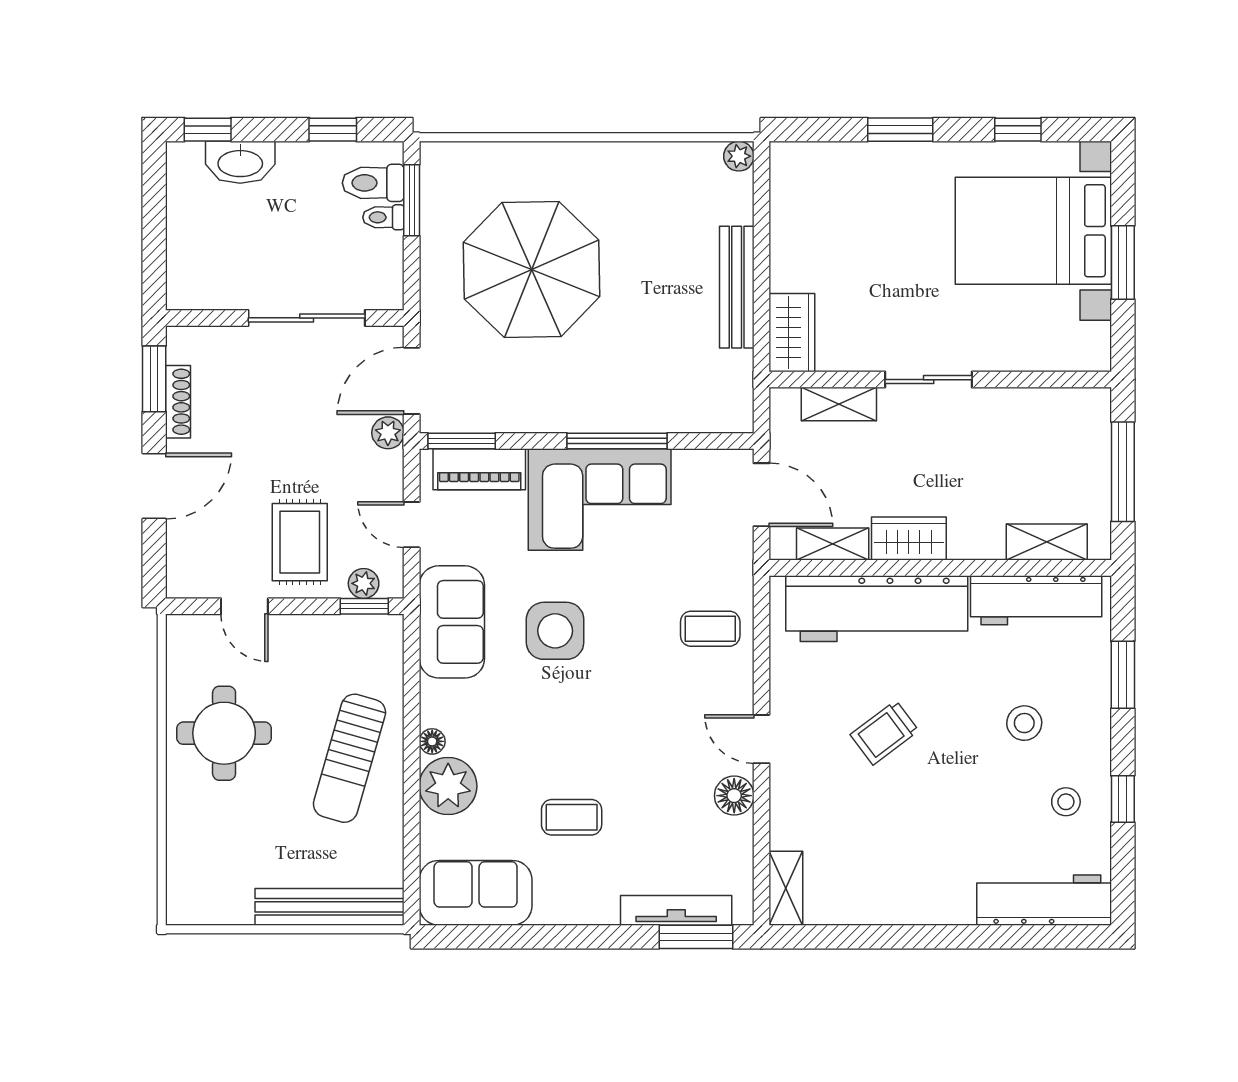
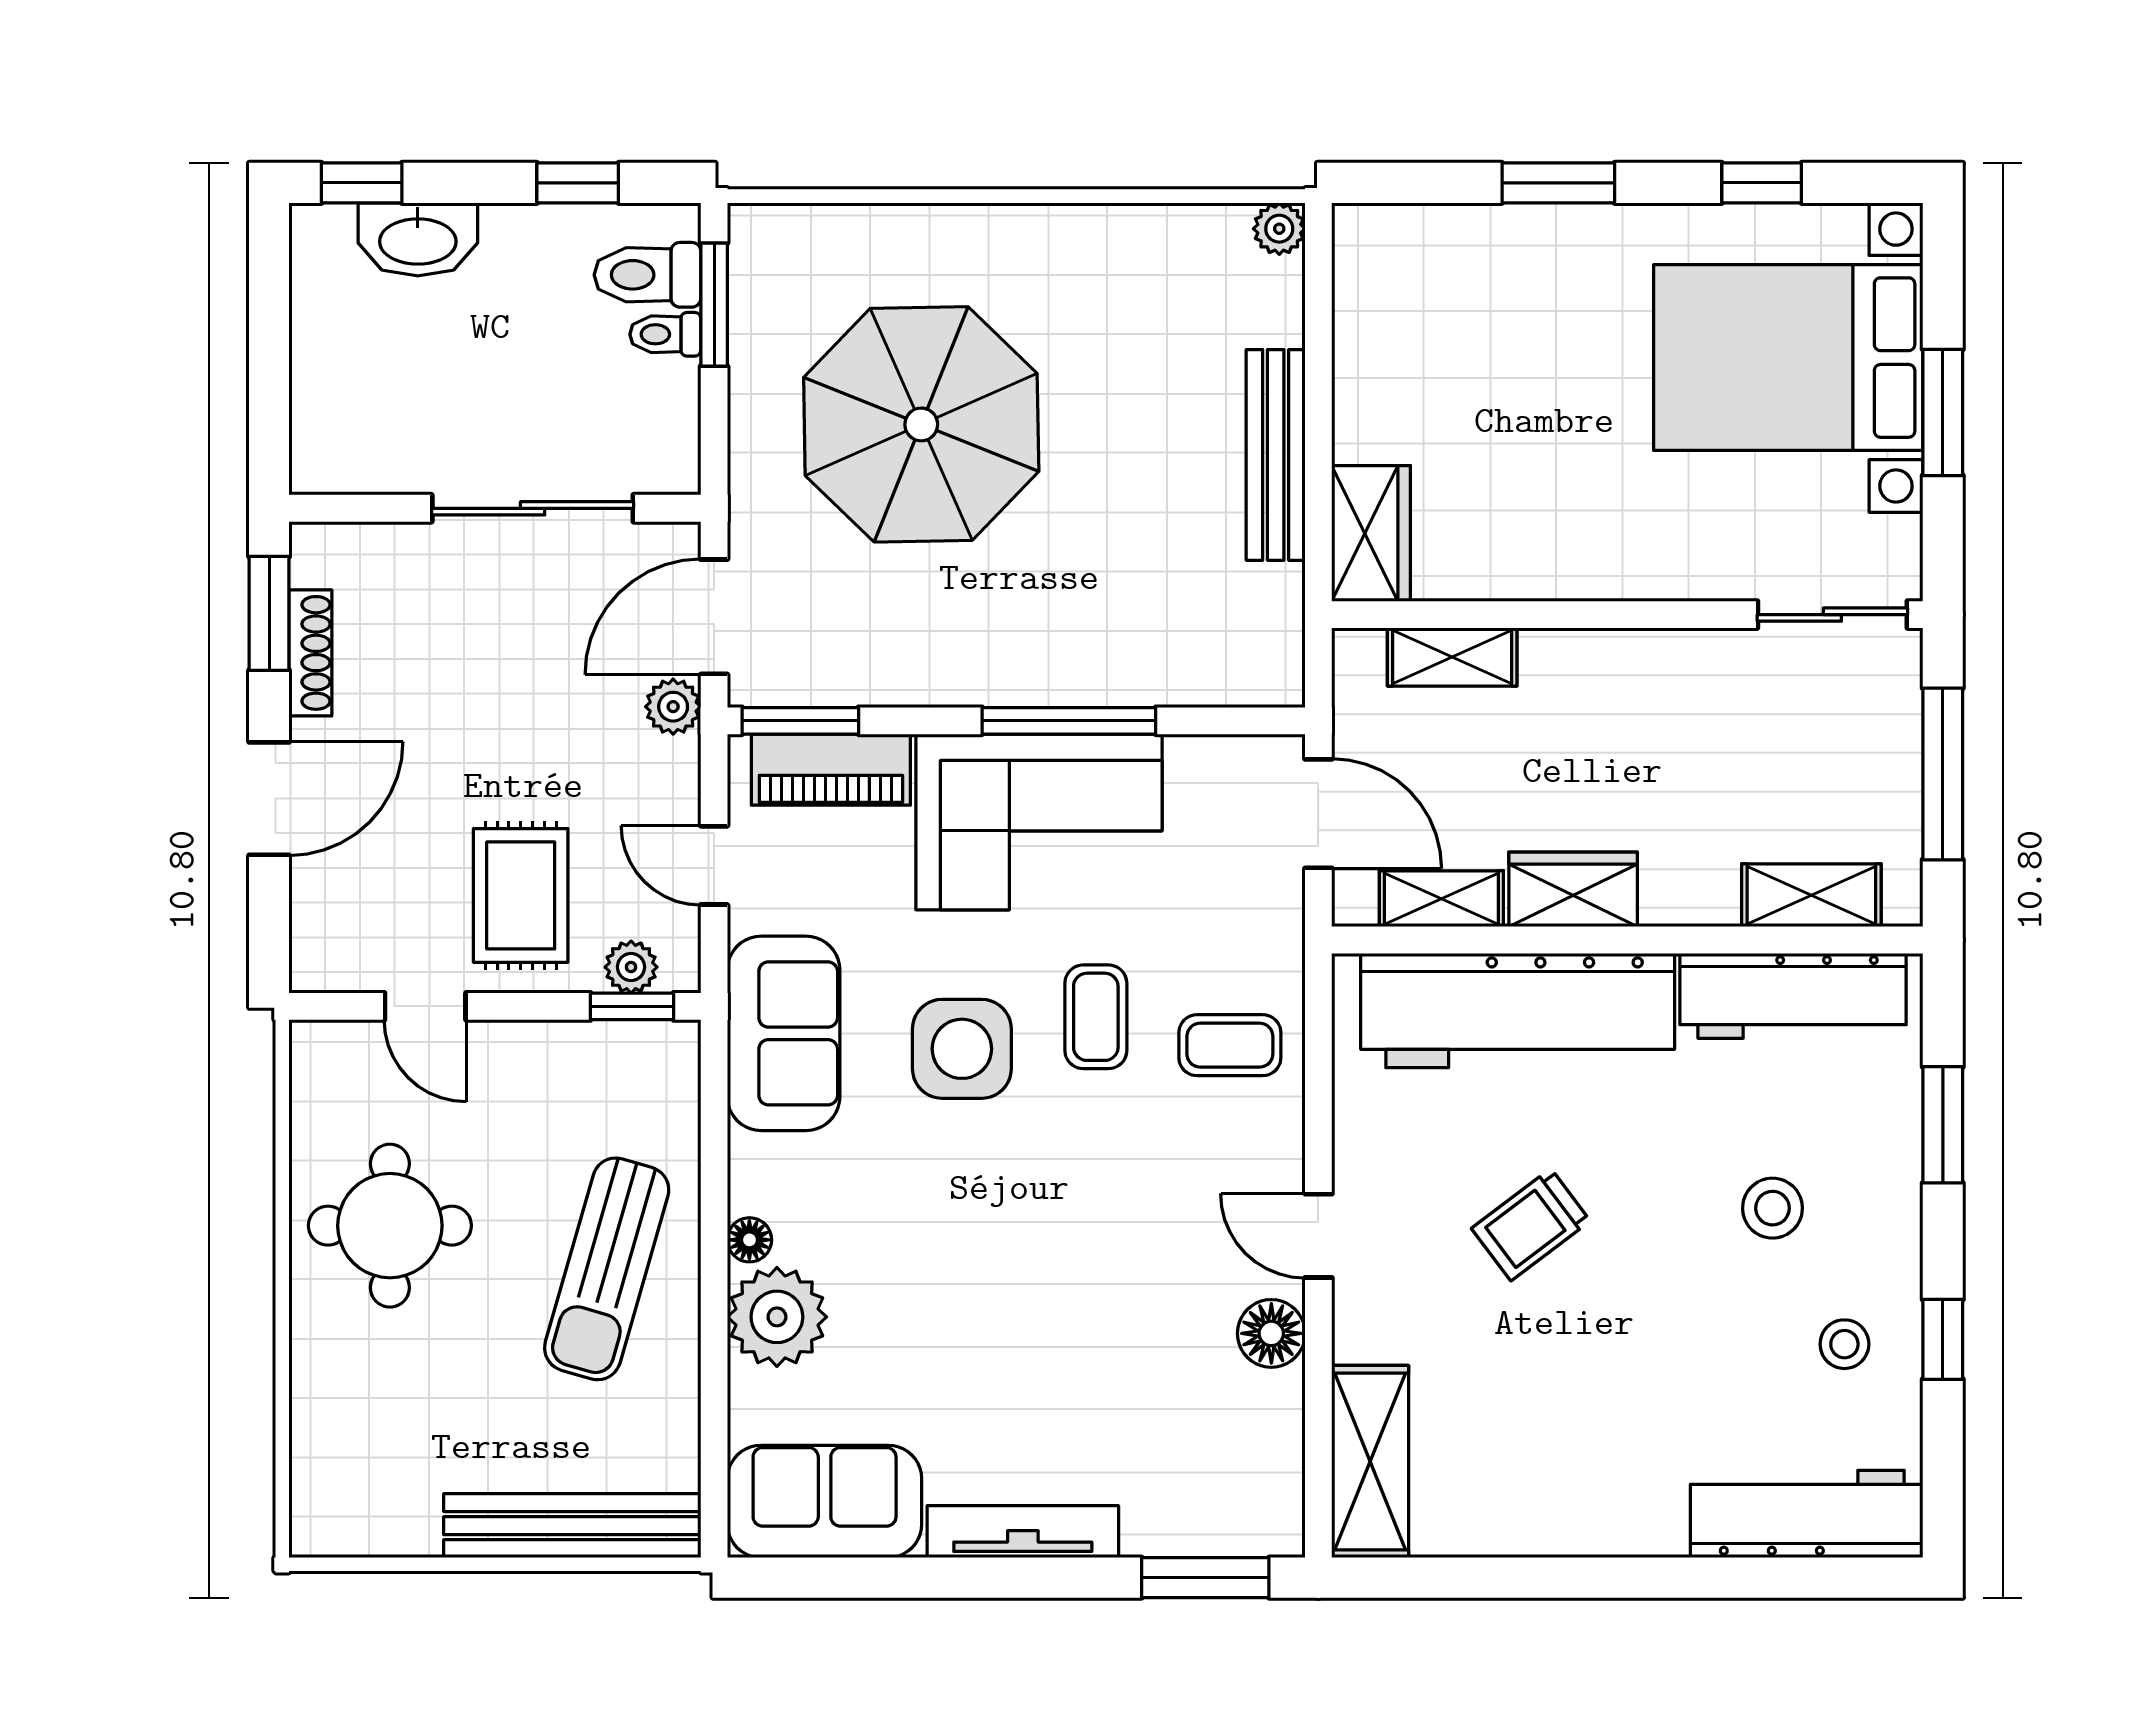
sliding door: (929, 380) -> (1832, 615), moved
coffee table: (572, 817) -> (1096, 1017), moved, turned 90
shelving: (786, 888) -> (1370, 1462), width x1.50, depth x1.33
tv unit: (676, 910) -> (1023, 1532), moved

